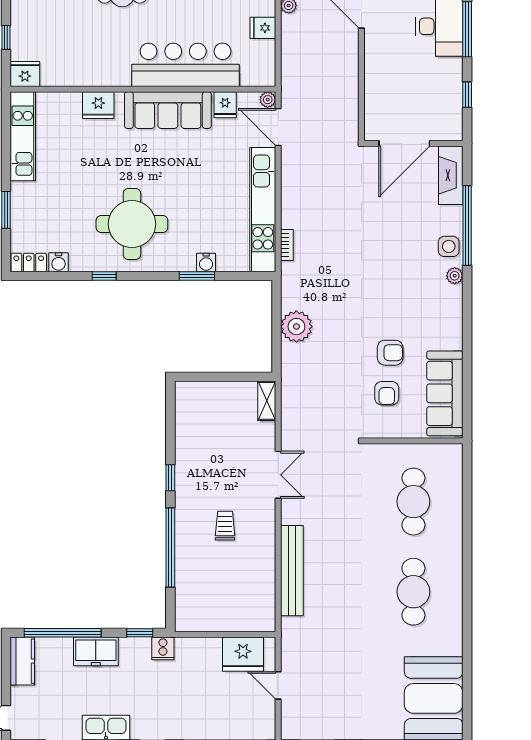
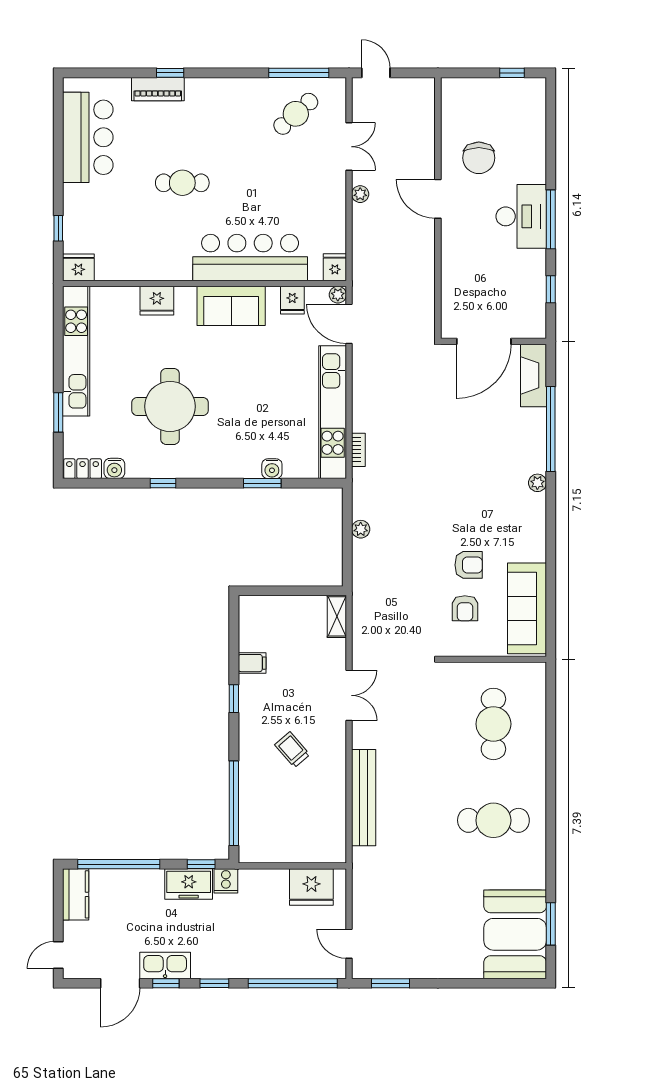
fridge: (263, 28) -> (335, 267), moved, turned 90
sofa: (168, 110) -> (231, 306), width x0.73
kitchen unit: (23, 136) -> (76, 351), width x1.36
round table: (132, 224) -> (170, 406), moved
side table: (449, 246) -> (531, 451), removed
plant: (296, 327) -> (361, 529), width x0.53, depth x0.53
filing cabinet: (187, 445) -> (252, 663), added
trolley: (225, 526) -> (292, 750), turned -41
window: (170, 548) -> (234, 803), moved
cafe table: (413, 592) -> (493, 820), turned 90
freezer: (96, 651) -> (189, 884), moved
door: (278, 685) -> (349, 944), moved
window: (467, 689) -> (551, 924), added

